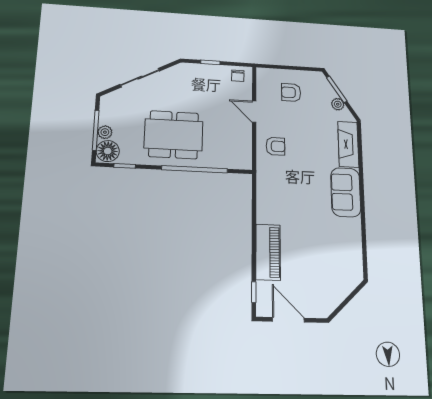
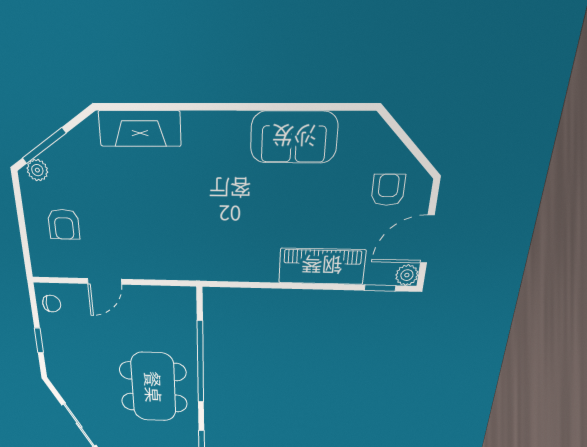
plant: (338, 104) -> (37, 170), moved
armchair: (275, 146) -> (388, 190), moved
sofa: (346, 192) -> (294, 137), moved
plant: (263, 309) -> (407, 275), added

